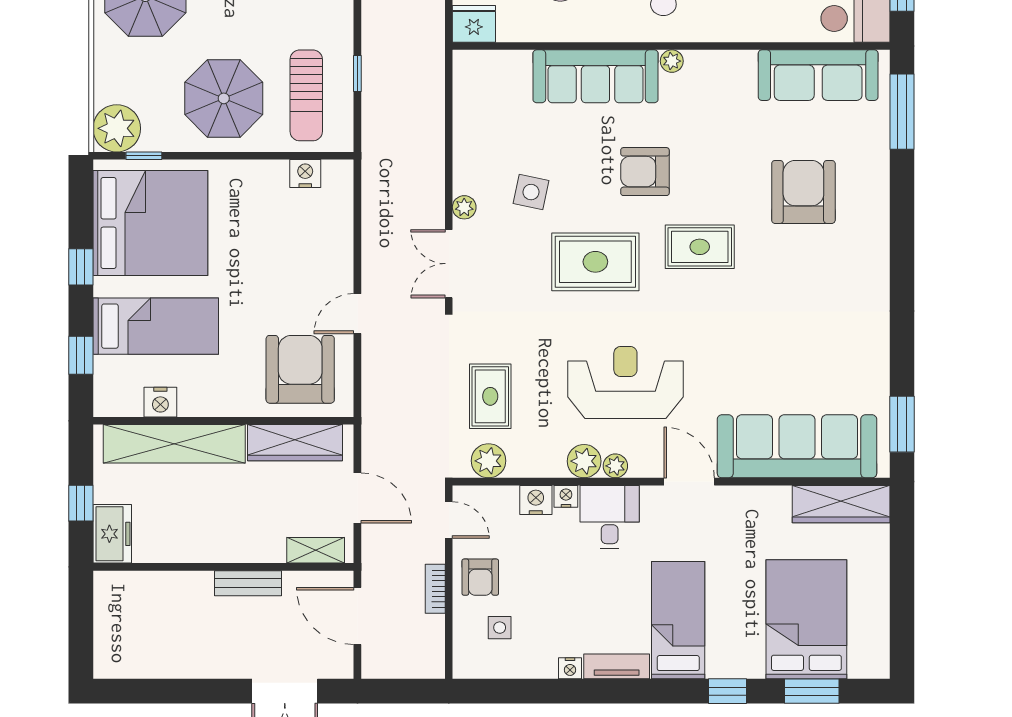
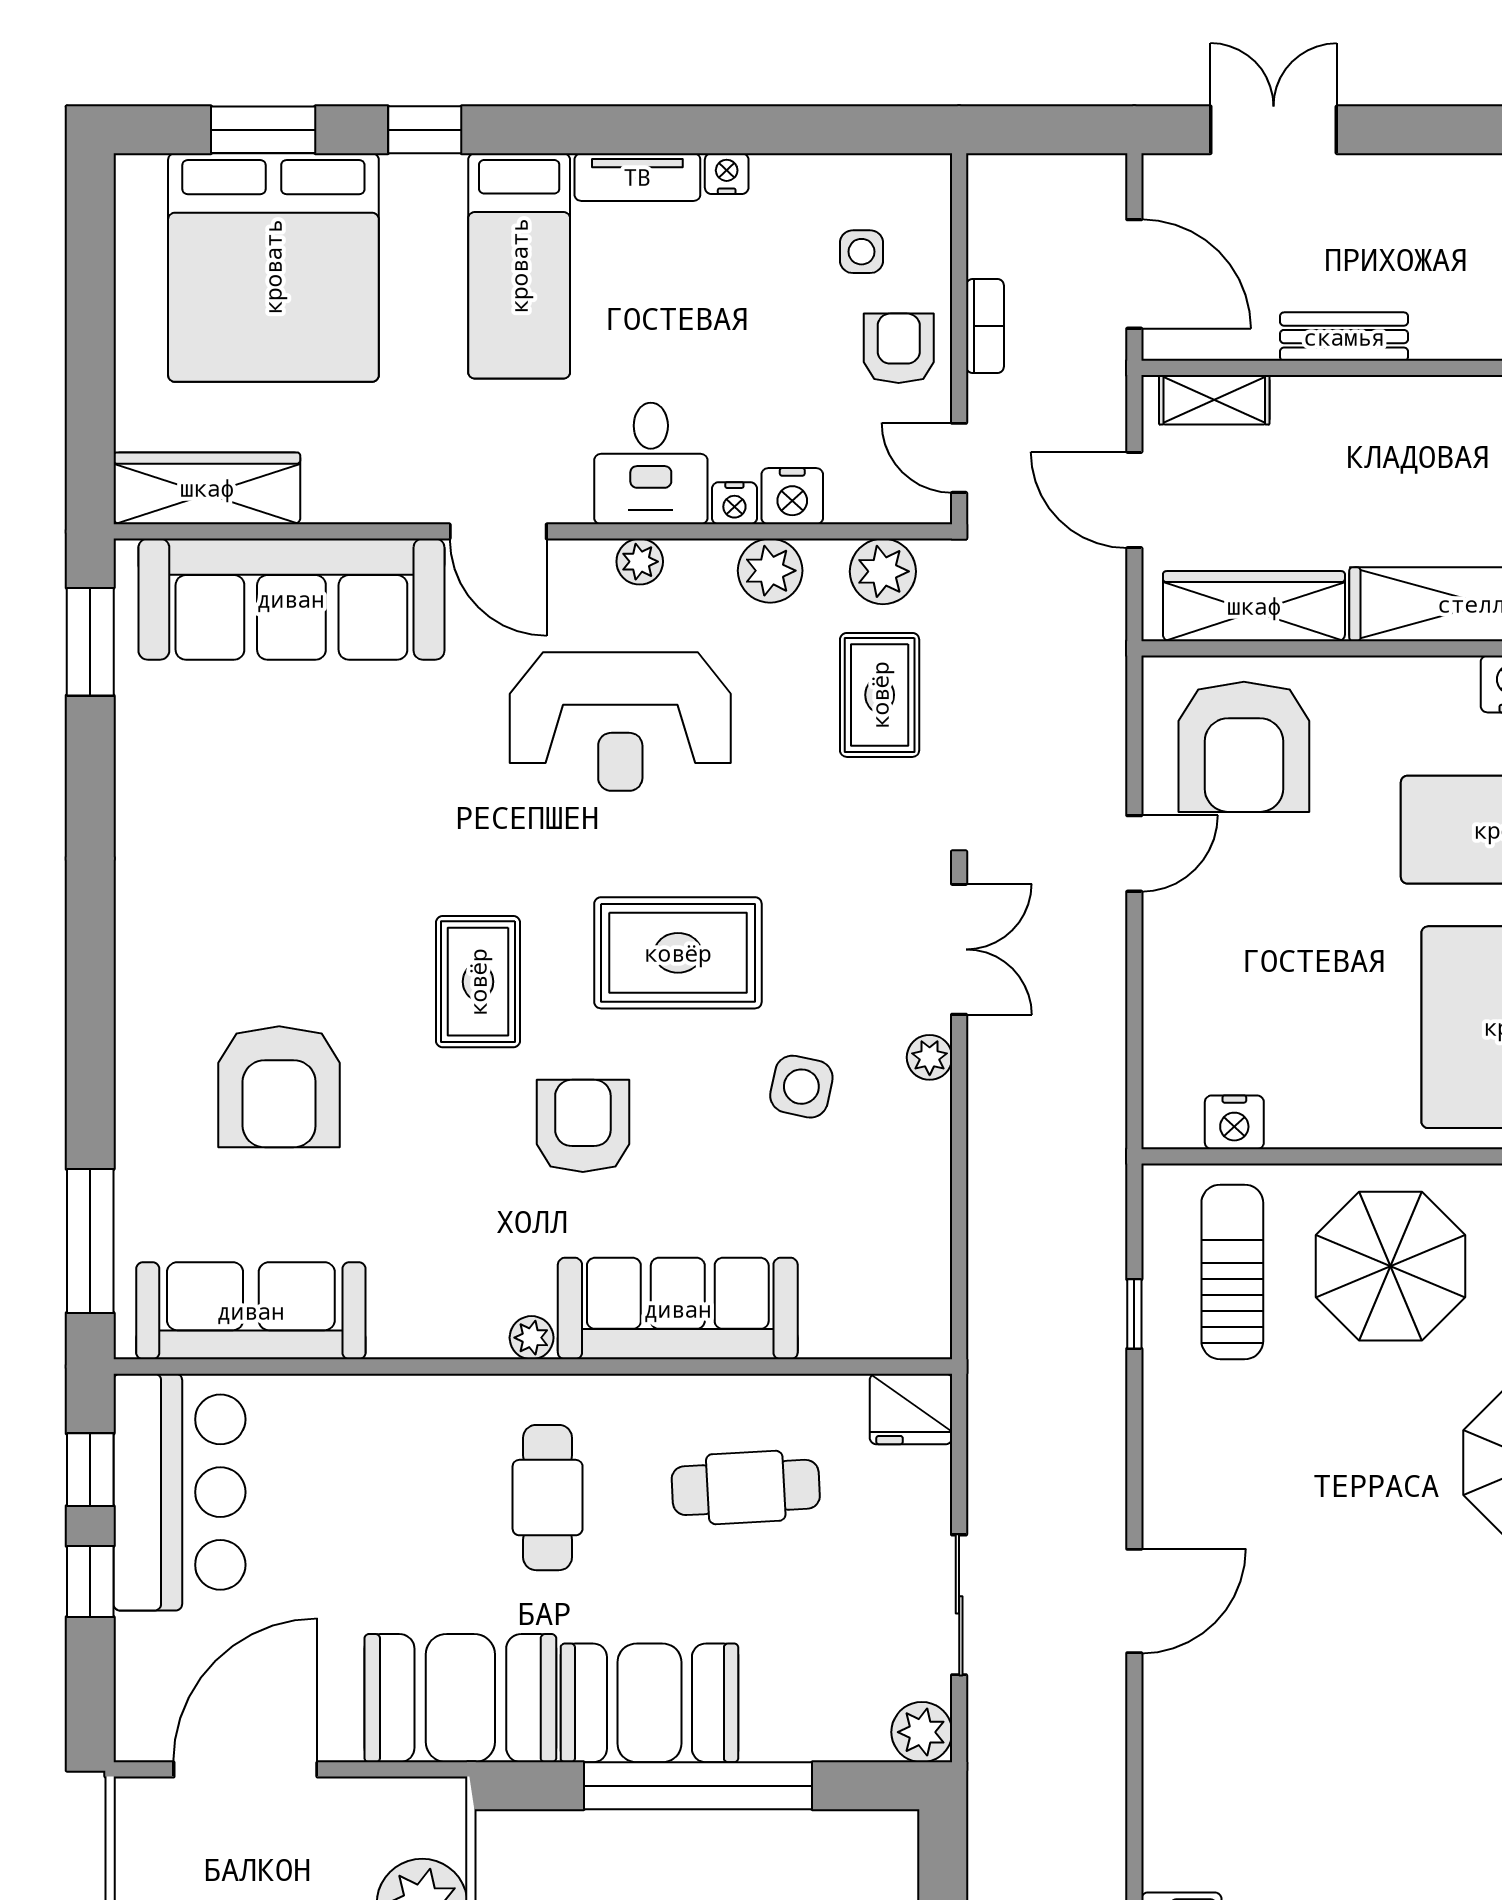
armchair: (645, 172) -> (583, 1126), turned -90
rug: (700, 247) -> (478, 982), turned 90
plant: (584, 461) -> (770, 571), moved
bed: (806, 619) -> (273, 267), width x1.36

